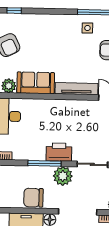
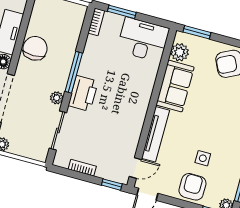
side table: (87, 28) -> (203, 158), moved
plant: (63, 176) -> (57, 98), width x0.53, depth x0.53

